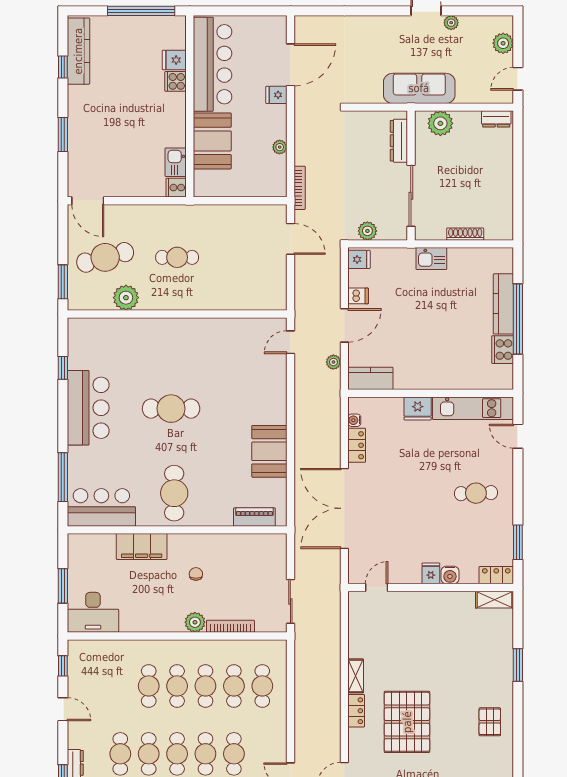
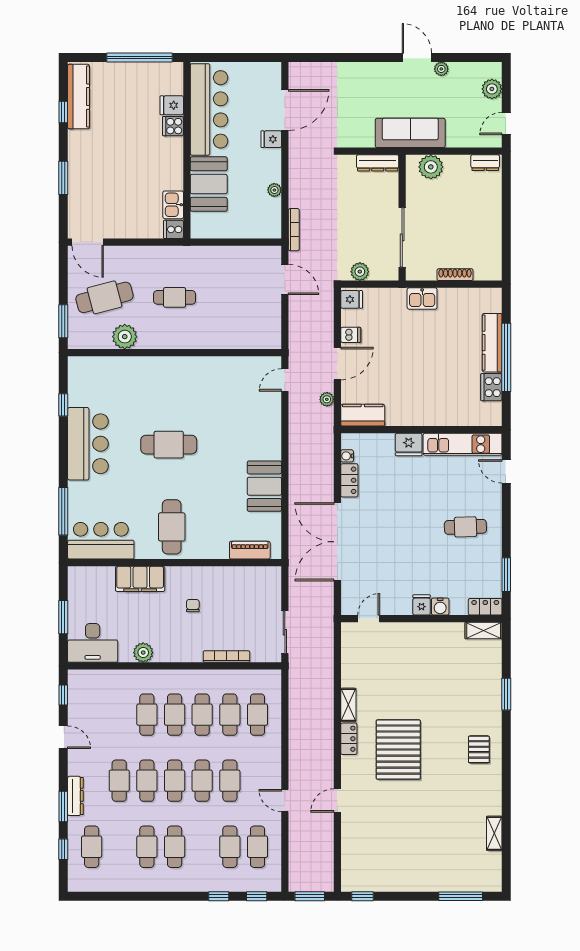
dresser: (399, 141) -> (378, 163), moved, turned -90
plant: (195, 622) -> (143, 653), moved

